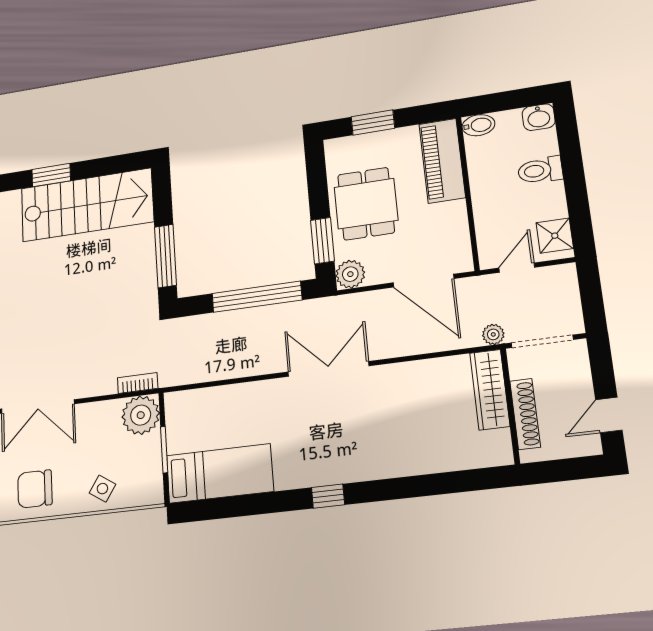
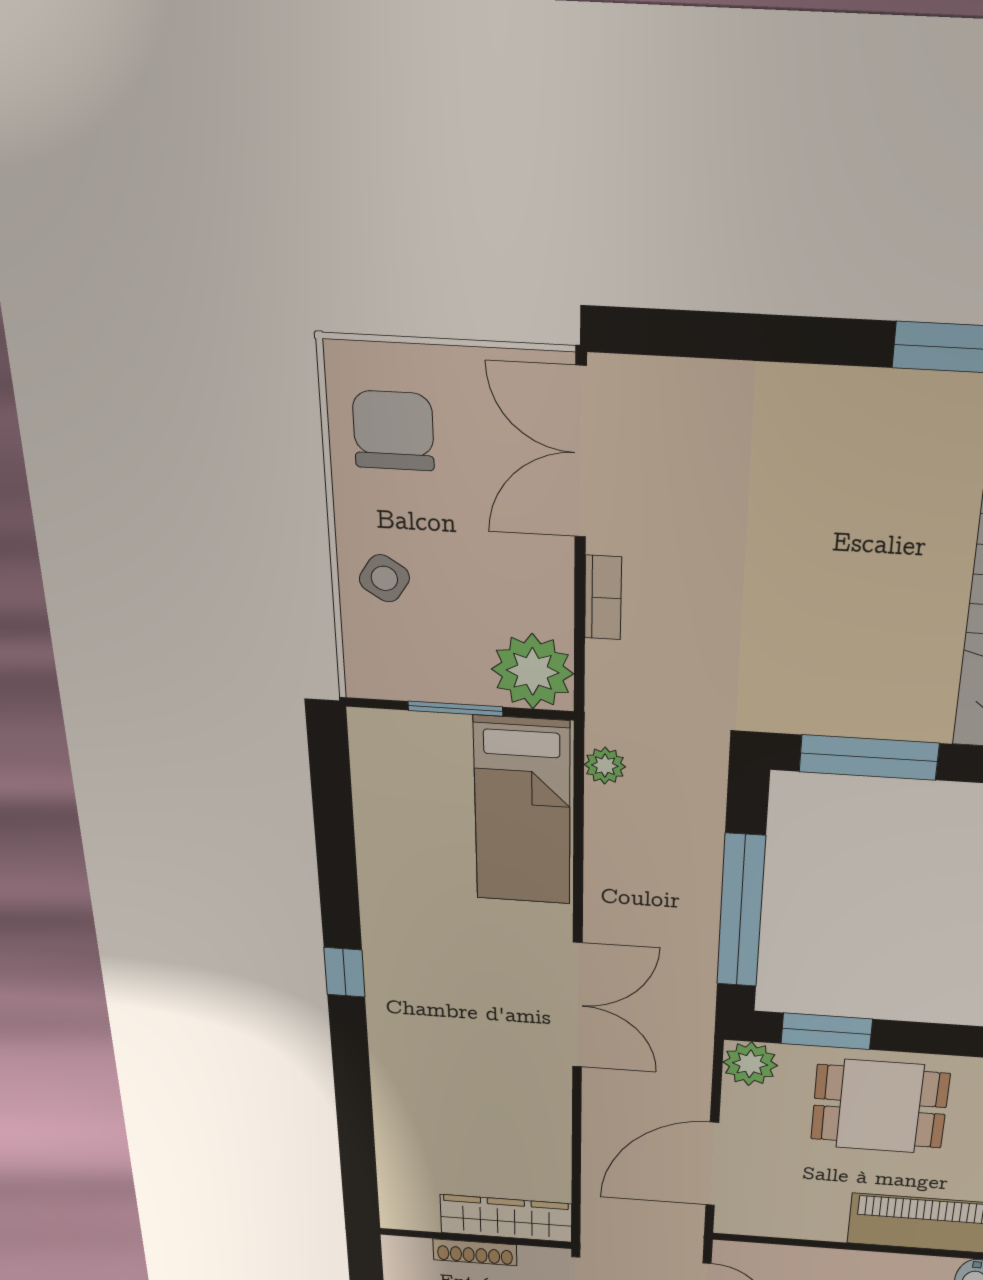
plant: (493, 334) -> (605, 766), moved
bookcase: (138, 383) -> (603, 598), moved
shoe rack: (525, 414) -> (475, 1252), width x0.74, depth x0.81
bed: (220, 473) -> (522, 812), moved

